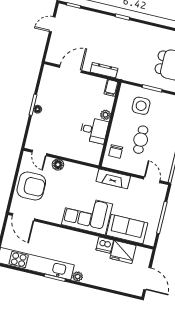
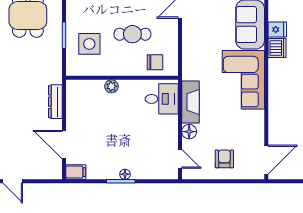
filing cabinet: (111, 88) -> (76, 172), moved
desk: (94, 130) -> (162, 99), moved, turned 90
door: (39, 153) -> (180, 159), hinge flipped
fireplace: (113, 179) -> (190, 102), moved
armchair: (31, 186) -> (224, 159), width x0.53, depth x0.53
fridge: (123, 252) -> (277, 29), width x0.53, depth x0.75

